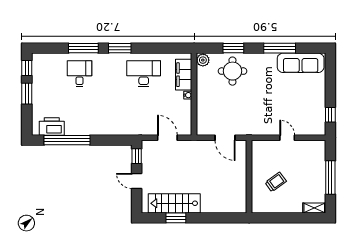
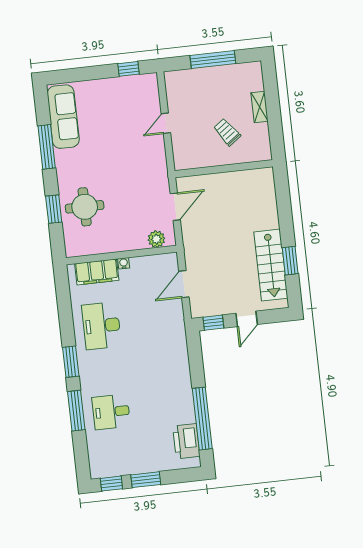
plant: (203, 60) -> (156, 239), moved
shelving: (314, 208) -> (260, 107), moved

